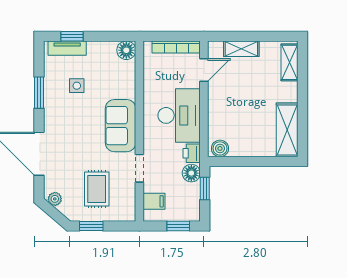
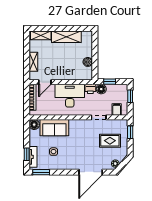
door: (204, 70) -> (45, 82), swing flipped
window: (39, 93) -> (41, 172), moved
sofa: (121, 126) -> (54, 128), moved
shelving: (287, 130) -> (66, 37), moved
boiler: (220, 148) -> (88, 62), moved
window: (91, 226) -> (130, 132), moved

